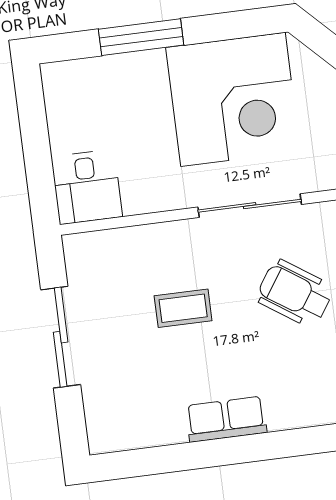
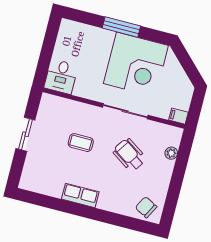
window: (141, 37) -> (121, 27), moved
sliding door: (61, 337) -> (25, 134), width x0.73

